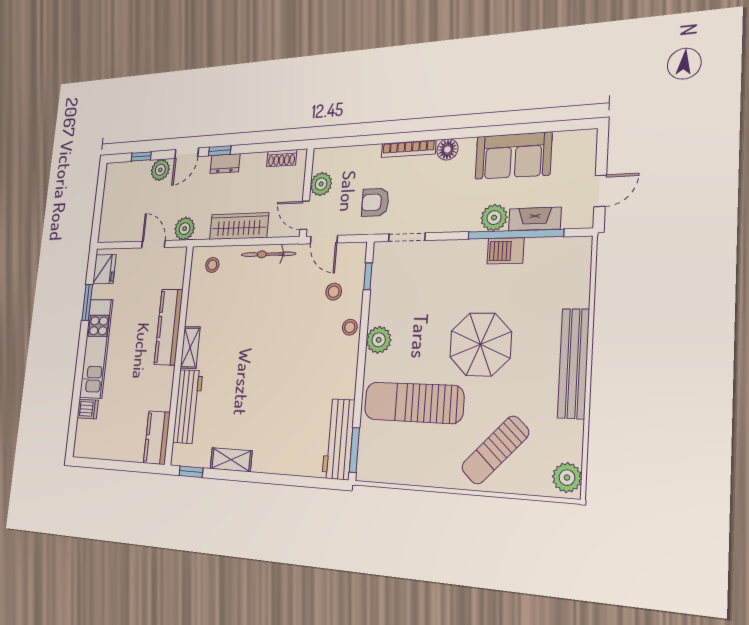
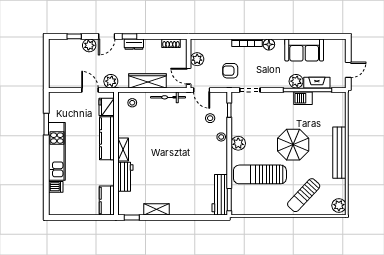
fridge: (104, 269) -> (107, 107), moved, turned 180
workbench: (188, 407) -> (125, 177), width x0.73

